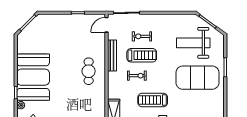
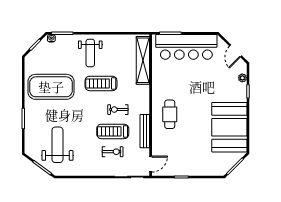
weight bench: (193, 43) -> (57, 145), turned -90
booth: (33, 77) -> (229, 127), moved
exercise mat: (197, 78) -> (51, 87), moved
treadmill: (153, 100) -> (101, 83), turned 180

